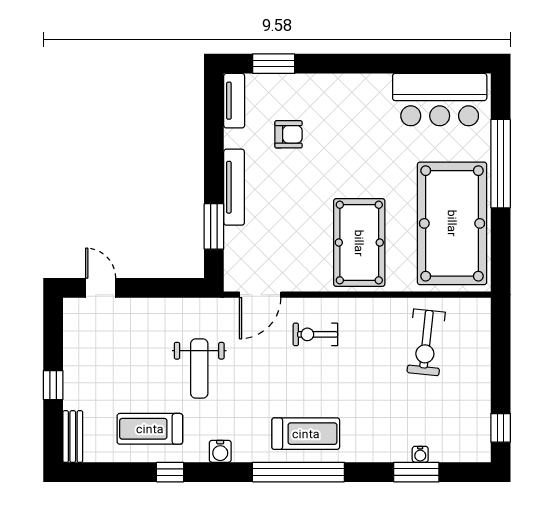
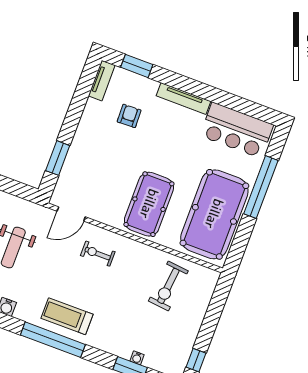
armchair: (289, 134) -> (129, 116), turned -92
tv unit: (234, 187) -> (183, 98), moved, turned 90
treadmill: (306, 434) -> (67, 316), turned 180

